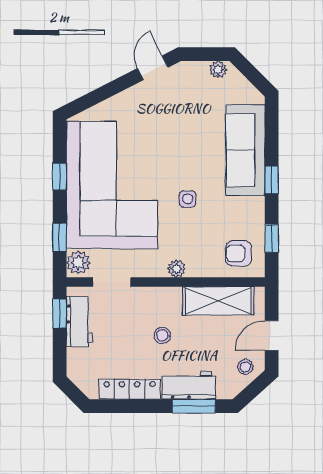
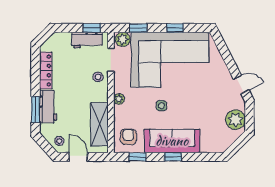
plant: (218, 70) -> (235, 120), width x1.88, depth x1.88
sofa: (245, 150) -> (172, 141), moved
stool: (162, 335) -> (98, 77), moved

